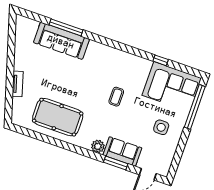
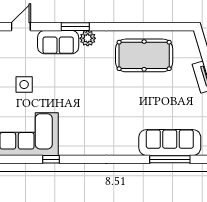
coffee table: (116, 97) -> (86, 101), removed
window: (116, 163) -> (75, 27), moved

